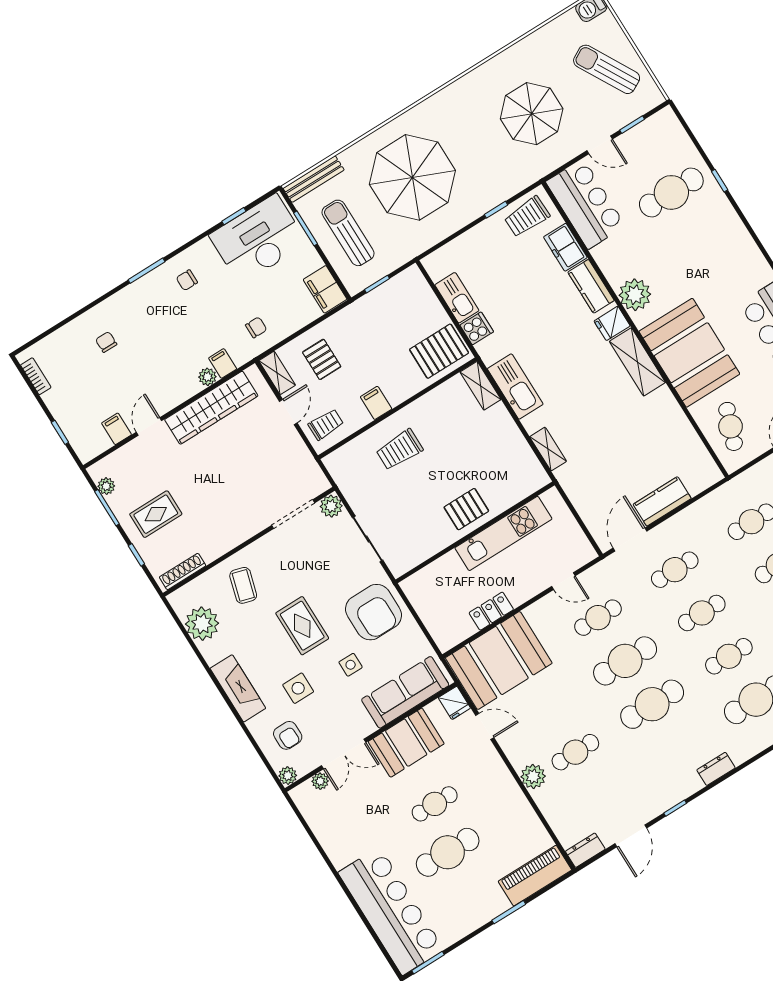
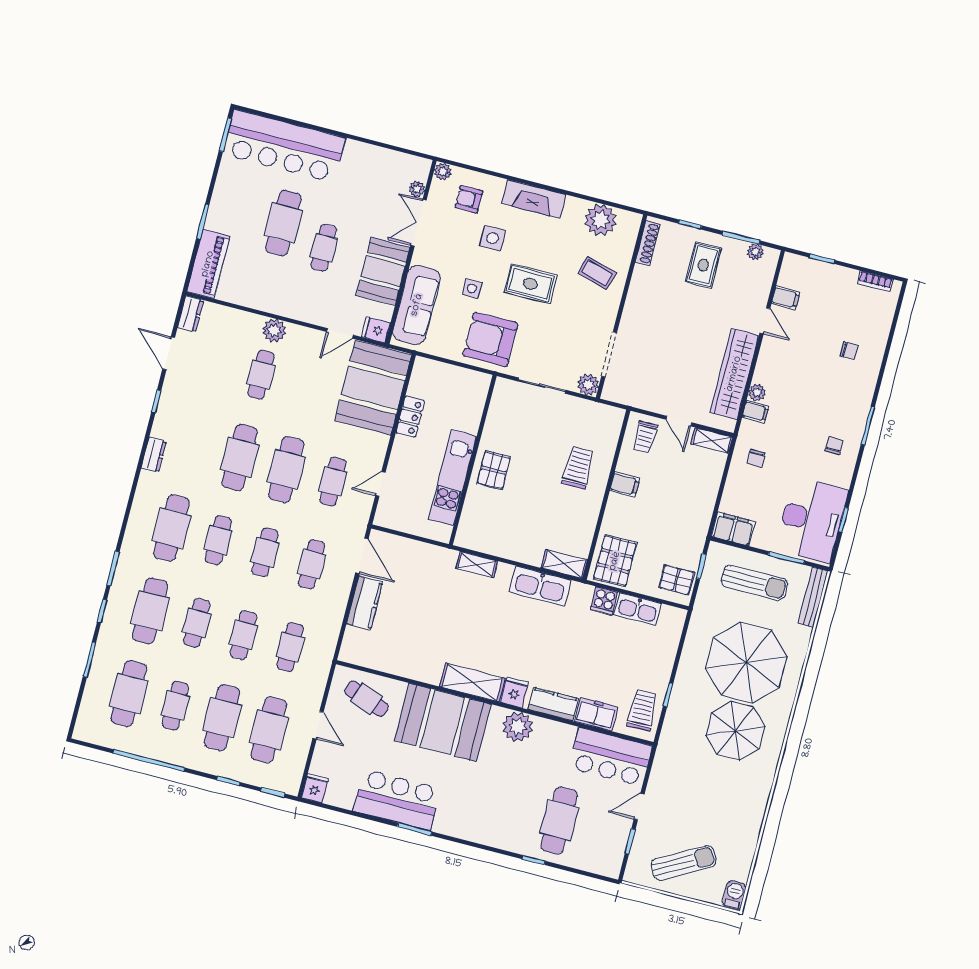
parasol: (532, 114) -> (735, 731), moved
pallet: (322, 359) -> (676, 580), moved

